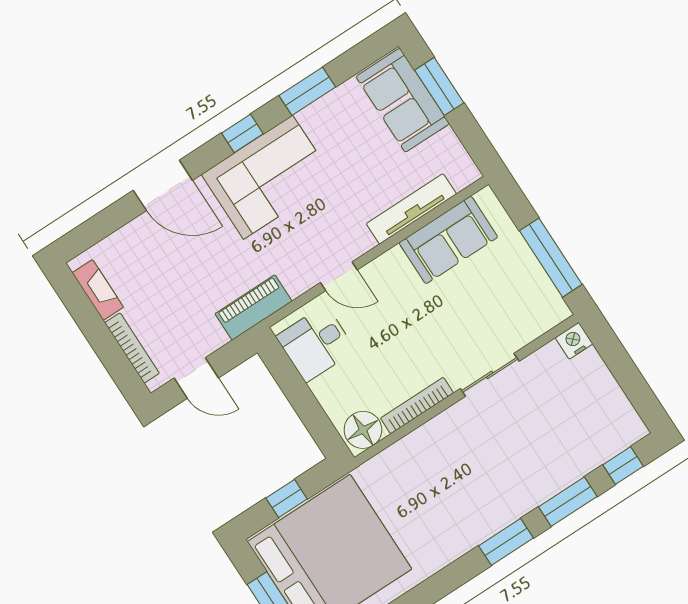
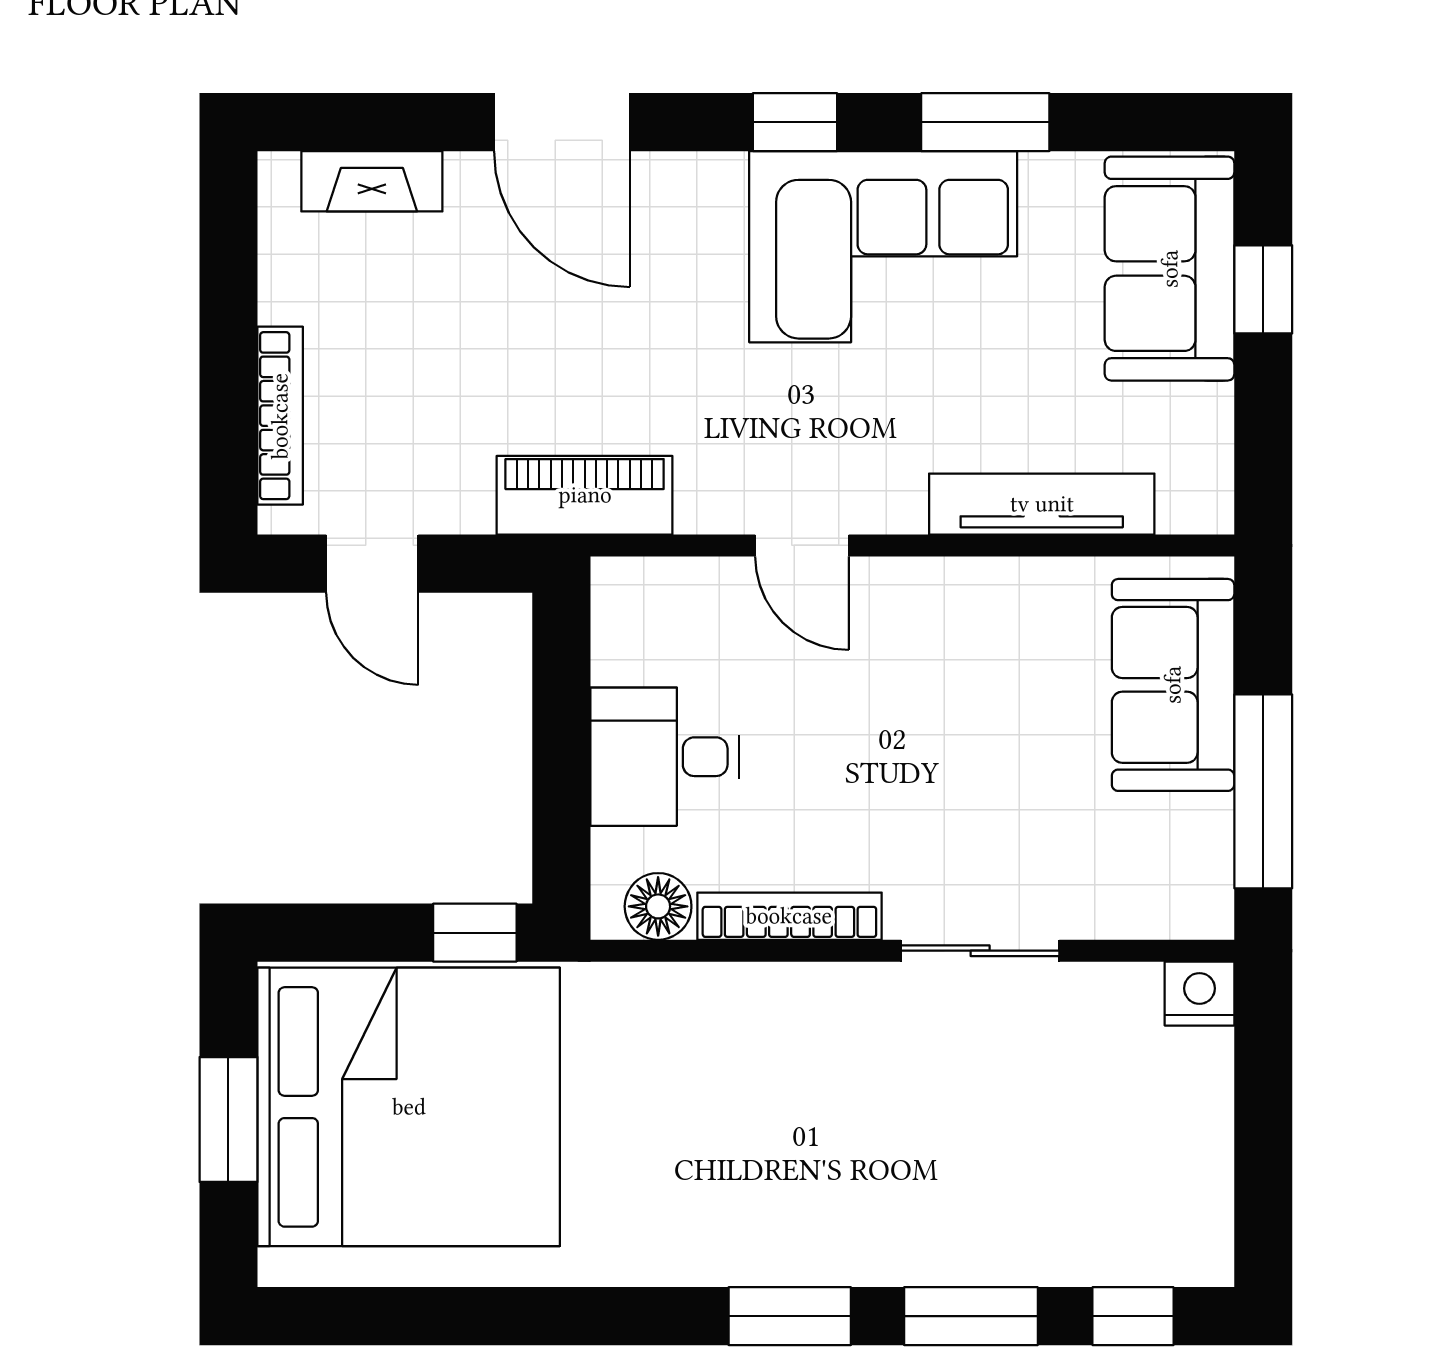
window: (439, 86) -> (1263, 289), width x0.67
corner sofa: (268, 177) -> (883, 247), moved
sofa: (448, 240) -> (1173, 685), moved, turned 90
fireplace: (98, 290) -> (372, 181), moved, turned 90
desk: (316, 343) -> (665, 757), moved
floor lamp: (363, 430) -> (658, 906), width x0.73, depth x0.73
window: (287, 498) -> (475, 933), moved

